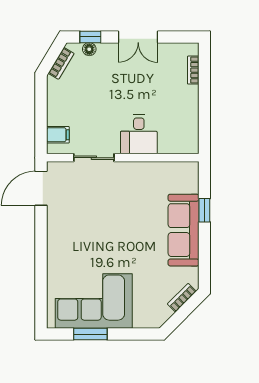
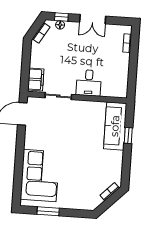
filing cabinet: (58, 135) -> (36, 79), width x2.00
sofa: (184, 230) -> (115, 126), moved
corner sofa: (94, 301) -> (40, 176), moved, turned 90

